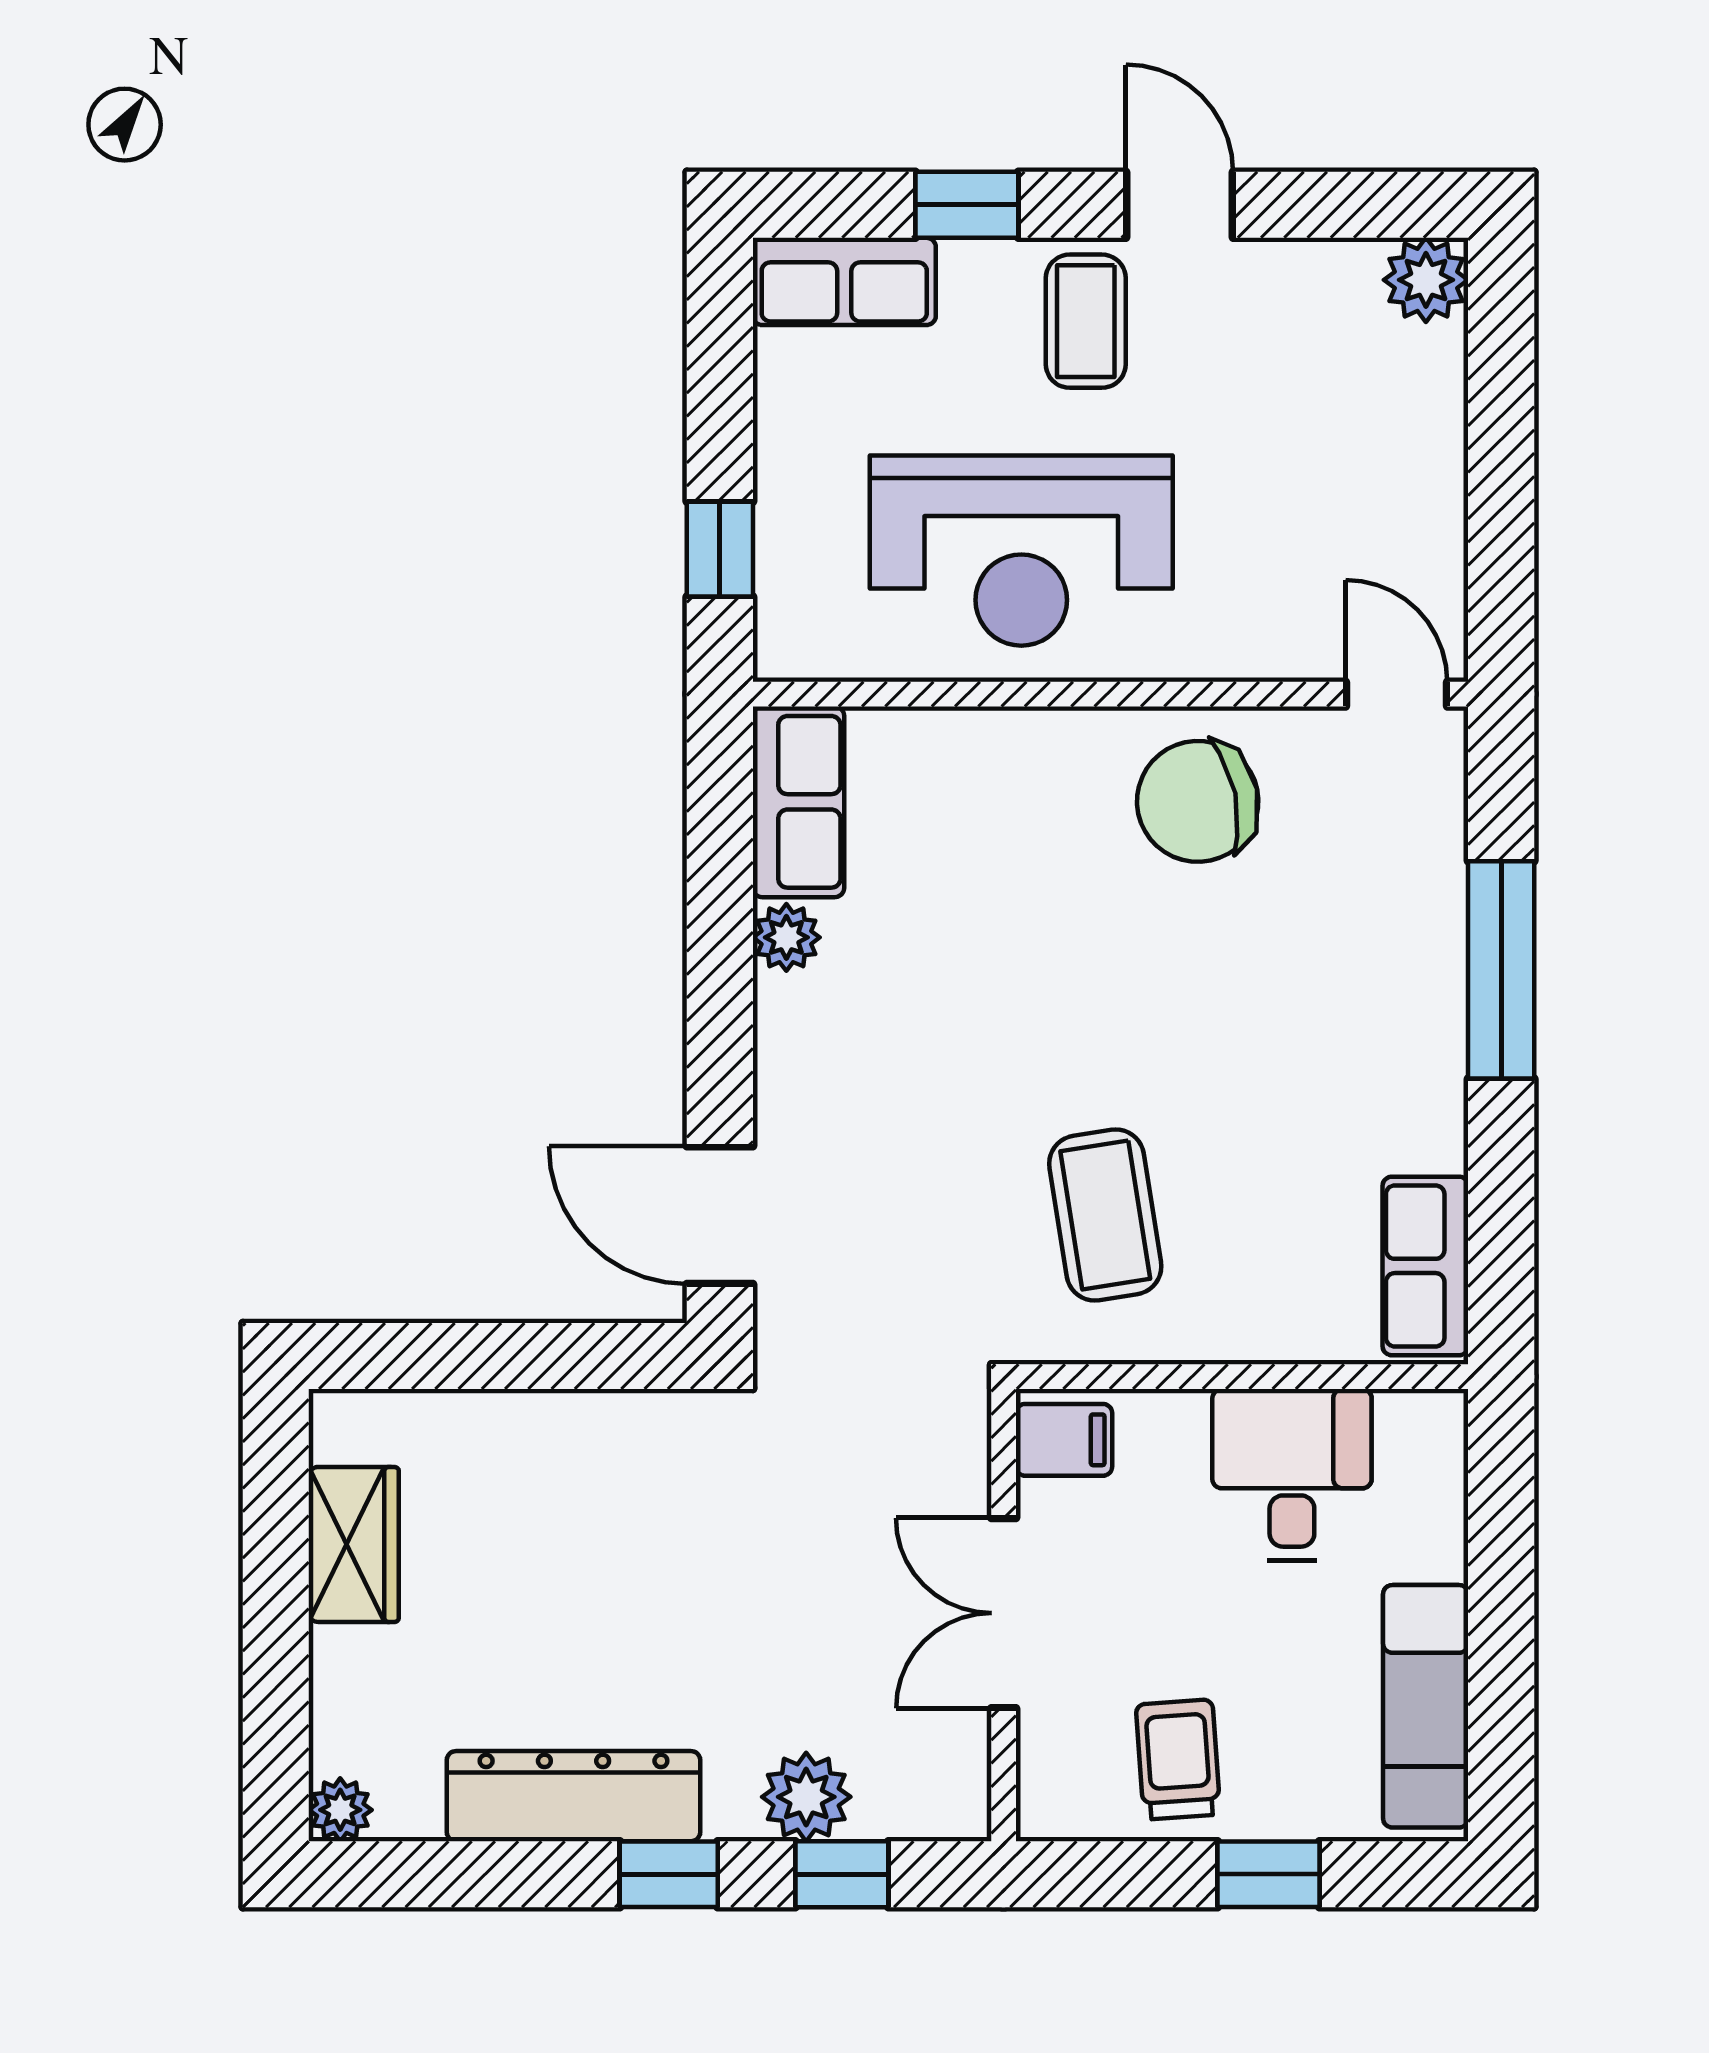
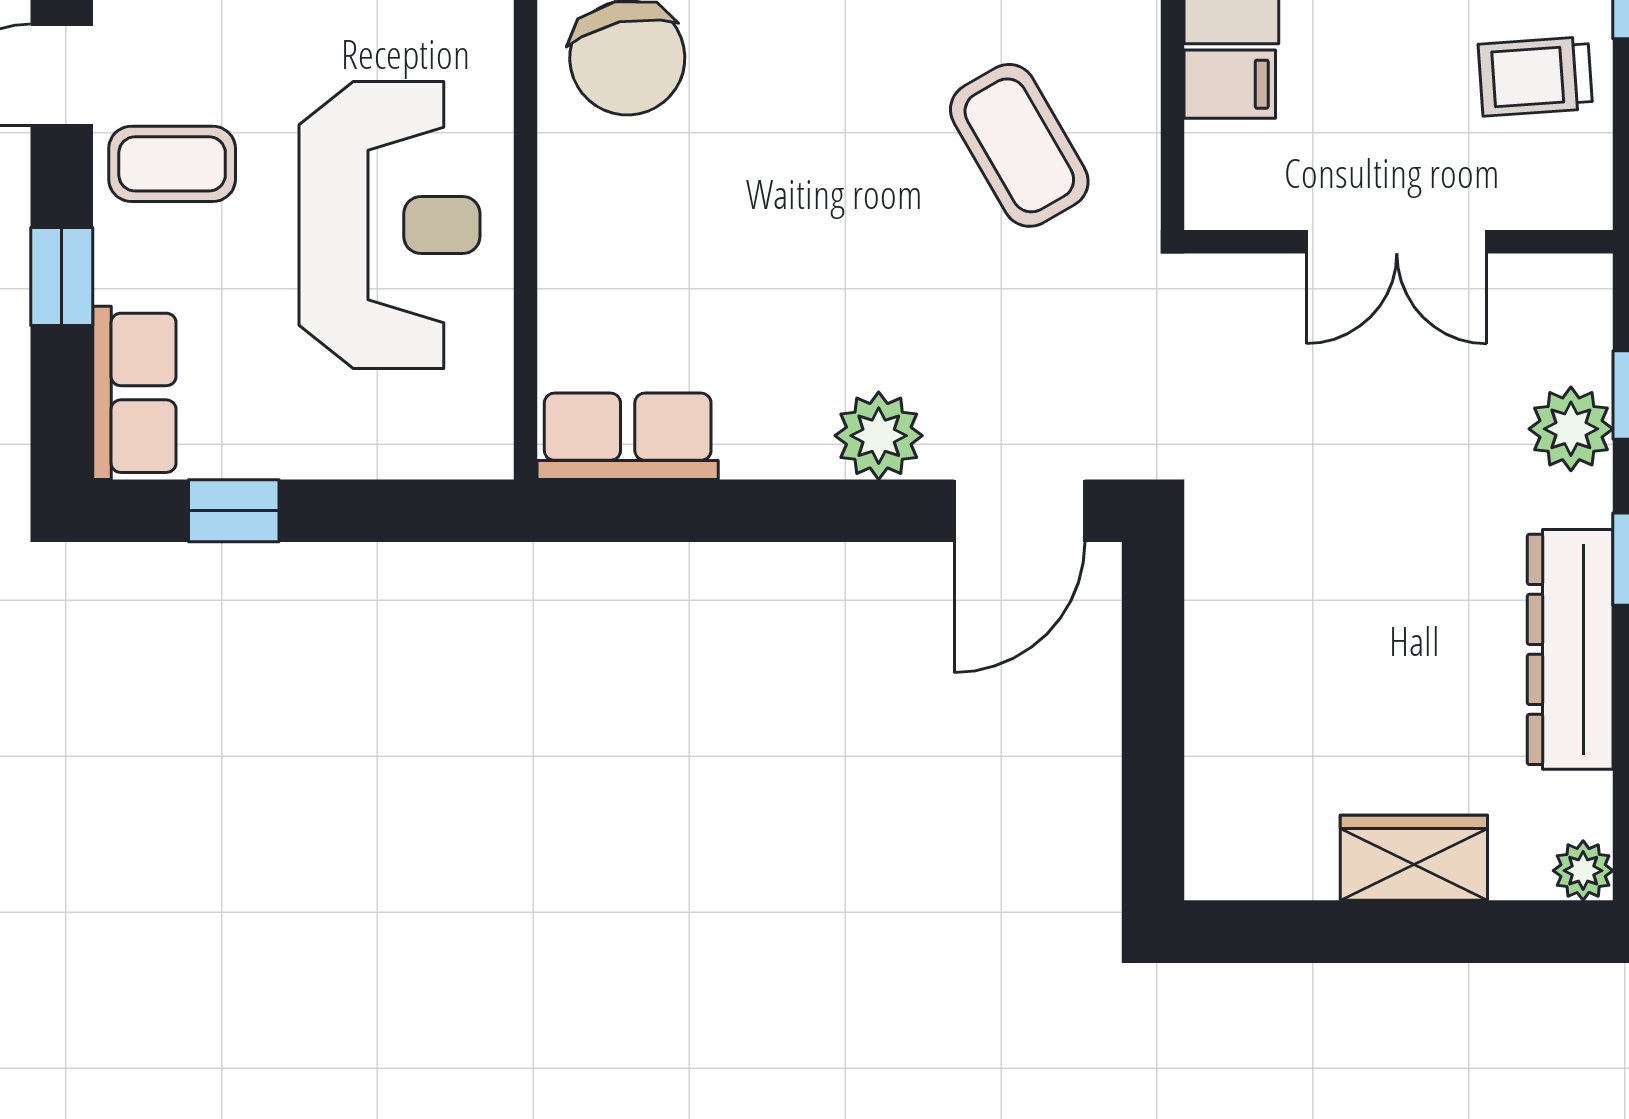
window: (720, 549) -> (234, 511), moved
plant: (786, 937) -> (879, 436), moved, width x1.38, depth x1.38
coffee table: (1105, 1215) -> (1019, 145), turned 69
filing cabinet: (1064, 1440) -> (1230, 84), moved, turned 90
wardrobe: (354, 1544) -> (1414, 858), moved

